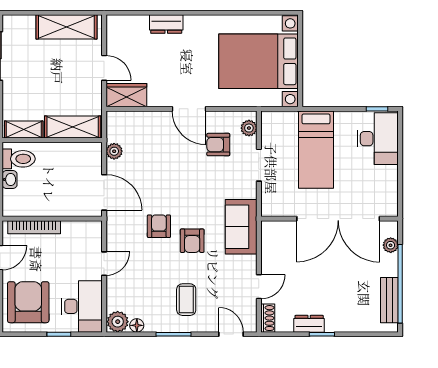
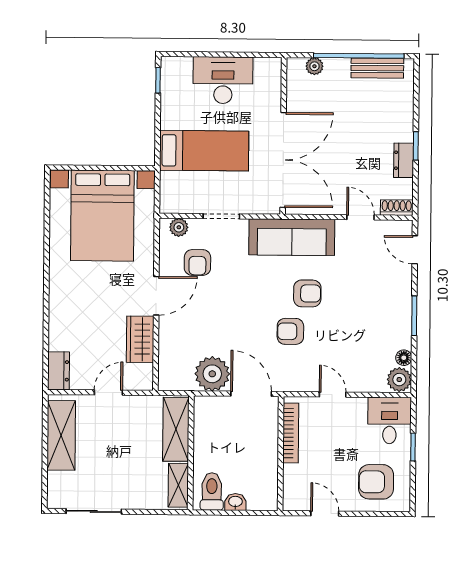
dresser: (166, 24) -> (58, 371), moved
wardrobe: (126, 95) -> (140, 339), moved
desk: (378, 139) -> (223, 80), moved
plant: (114, 151) -> (212, 374), width x1.87, depth x1.87
door: (104, 192) -> (251, 394), hinge flipped
double door: (338, 219) -> (283, 160), moved
bookcase: (34, 227) -> (291, 433), moved
sofa: (241, 227) -> (292, 237), width x1.36
coffee table: (186, 300) -> (375, 301), removed
armchair: (28, 302) -> (376, 482), width x0.73, depth x0.73
desk: (82, 306) -> (390, 421), width x0.73
door: (231, 334) -> (415, 250), hinge flipped

